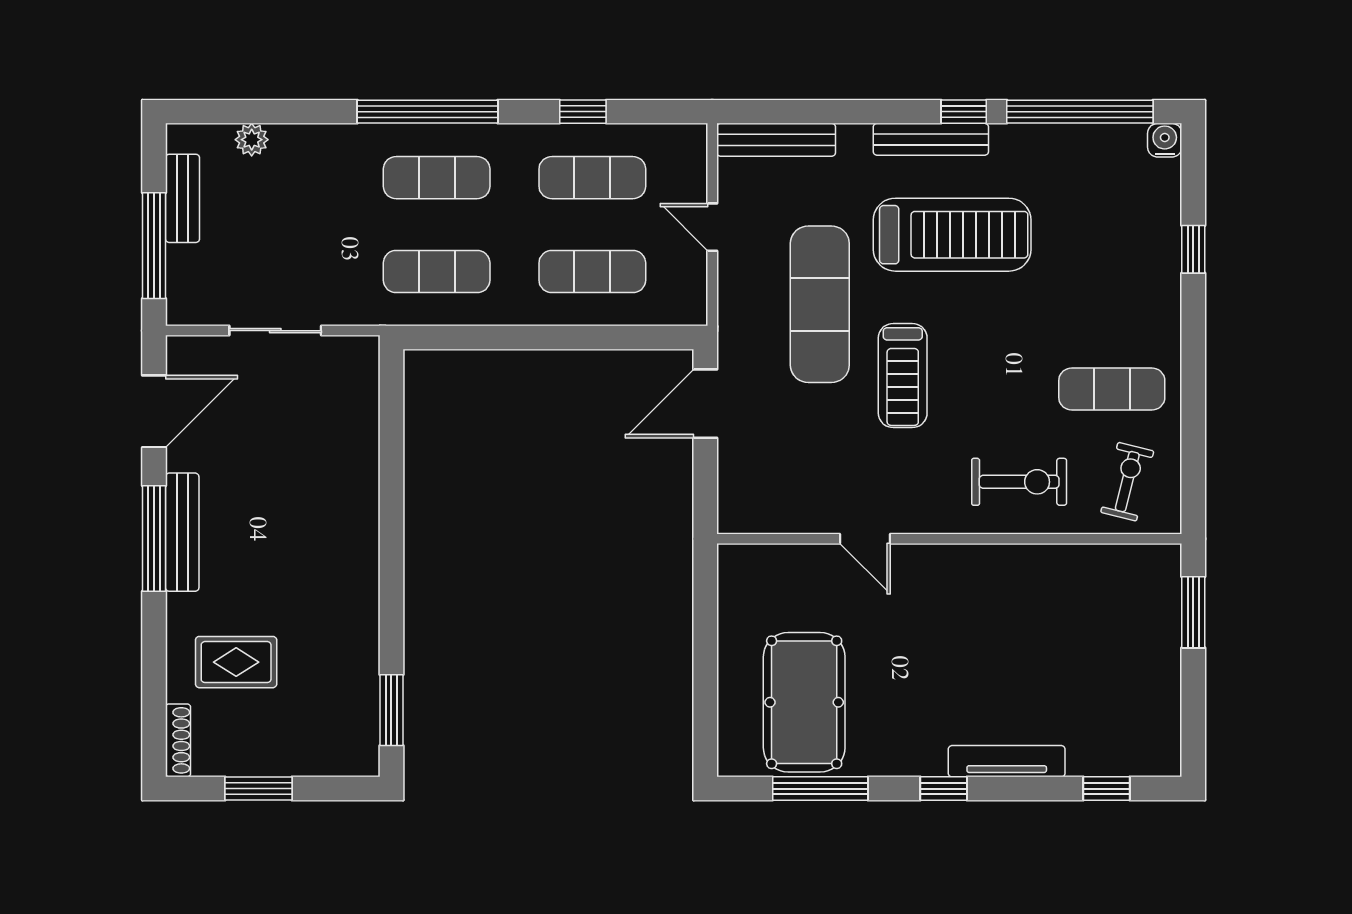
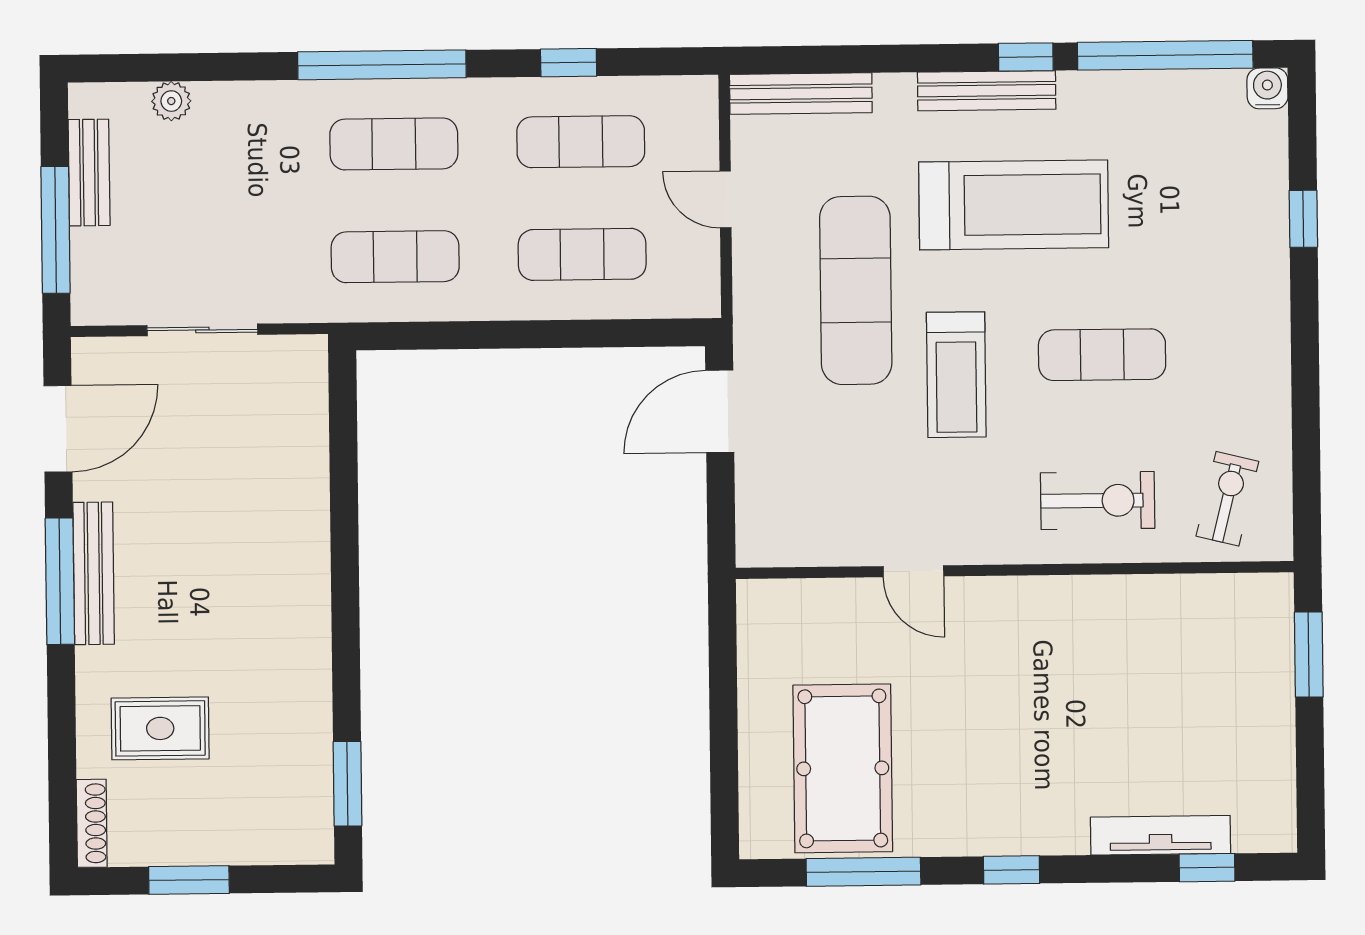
exercise mat: (1112, 389) -> (1102, 355), moved
tv unit: (1007, 761) -> (1161, 835), moved

